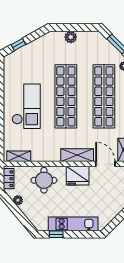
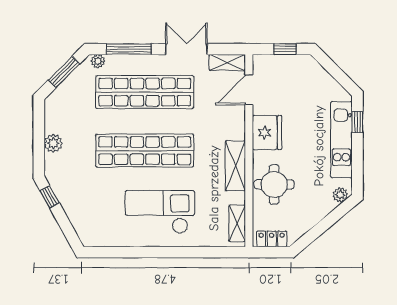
window: (18, 44) -> (50, 197), moved
shelving: (77, 155) -> (235, 166), moved
plant: (18, 200) -> (340, 195), moved
window: (56, 234) -> (357, 122), moved

